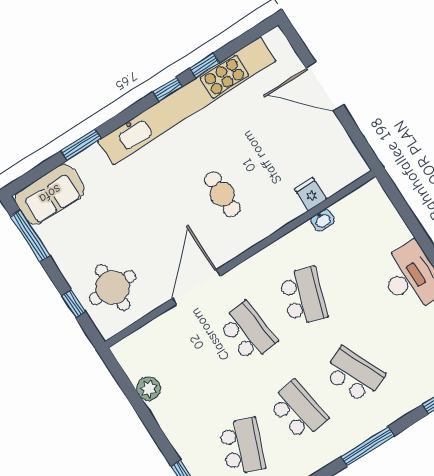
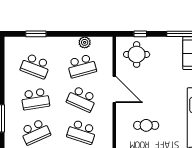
school desk: (248, 332) -> (82, 99), turned 30
school desk: (192, 368) -> (82, 66), added

